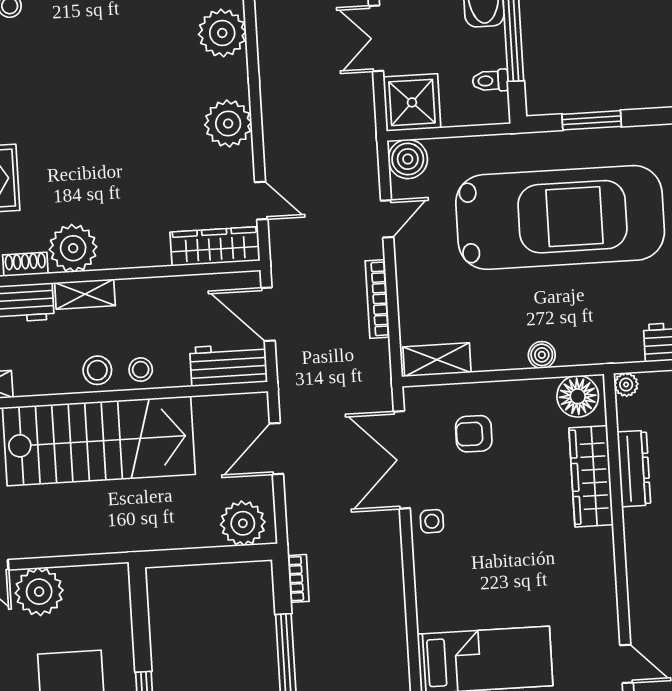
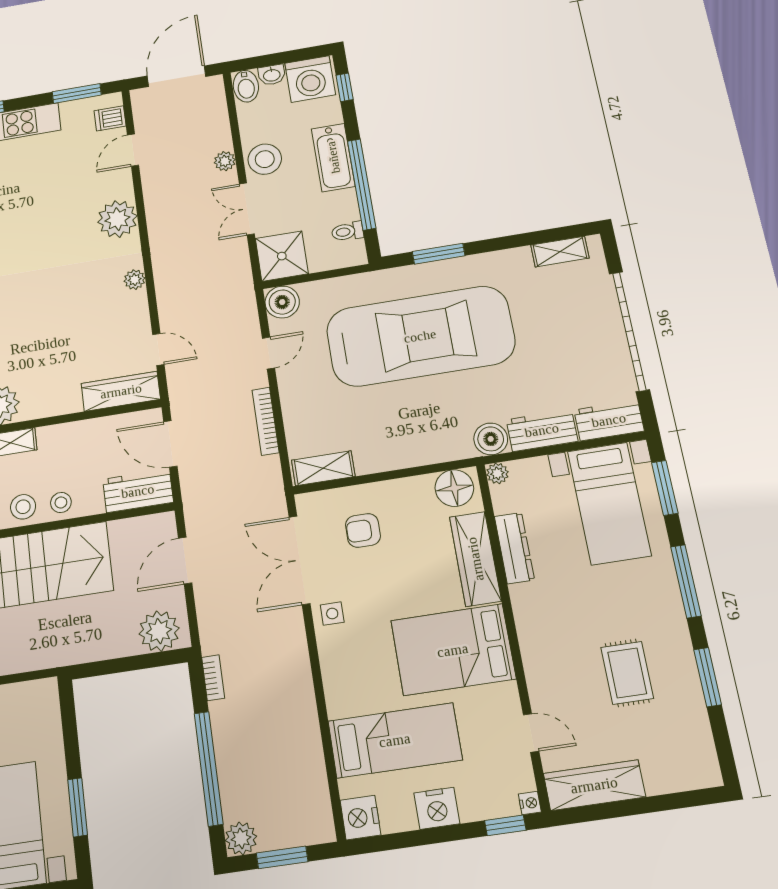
plant: (228, 123) -> (135, 280), width x0.53, depth x0.53
boiler: (542, 355) -> (491, 439), moved, width x1.36, depth x1.36
bed: (556, 571) -> (453, 650), added

